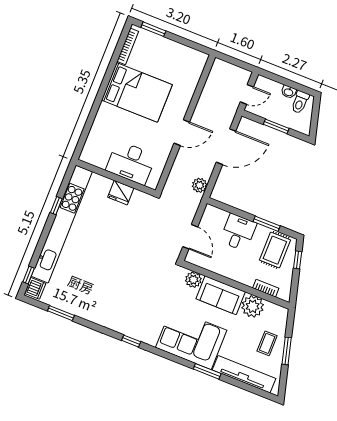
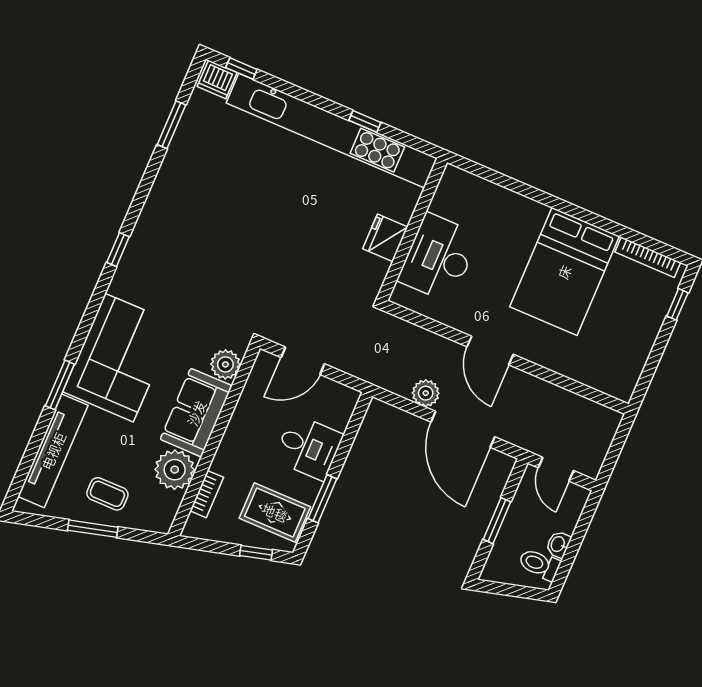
window: (153, 29) -> (677, 304), width x0.67
plant: (200, 185) -> (426, 393), moved

